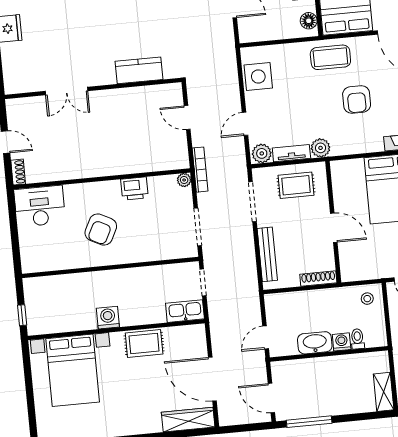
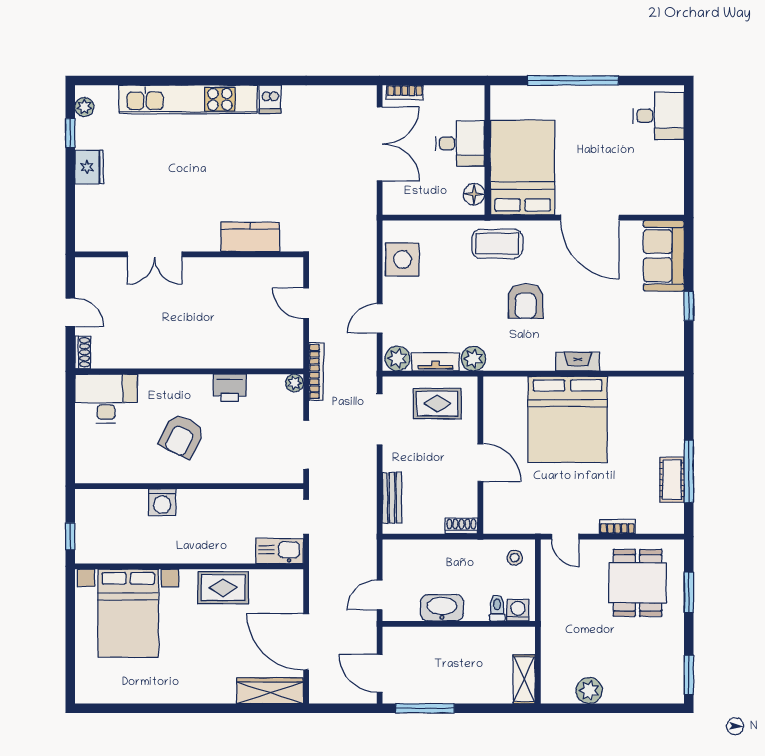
bench: (267, 254) -> (392, 498), width x0.73
shoe rack: (318, 279) -> (461, 526), width x0.70
washing machine: (108, 318) -> (162, 502), moved, turned 180
washing machine: (342, 342) -> (518, 610), moved

